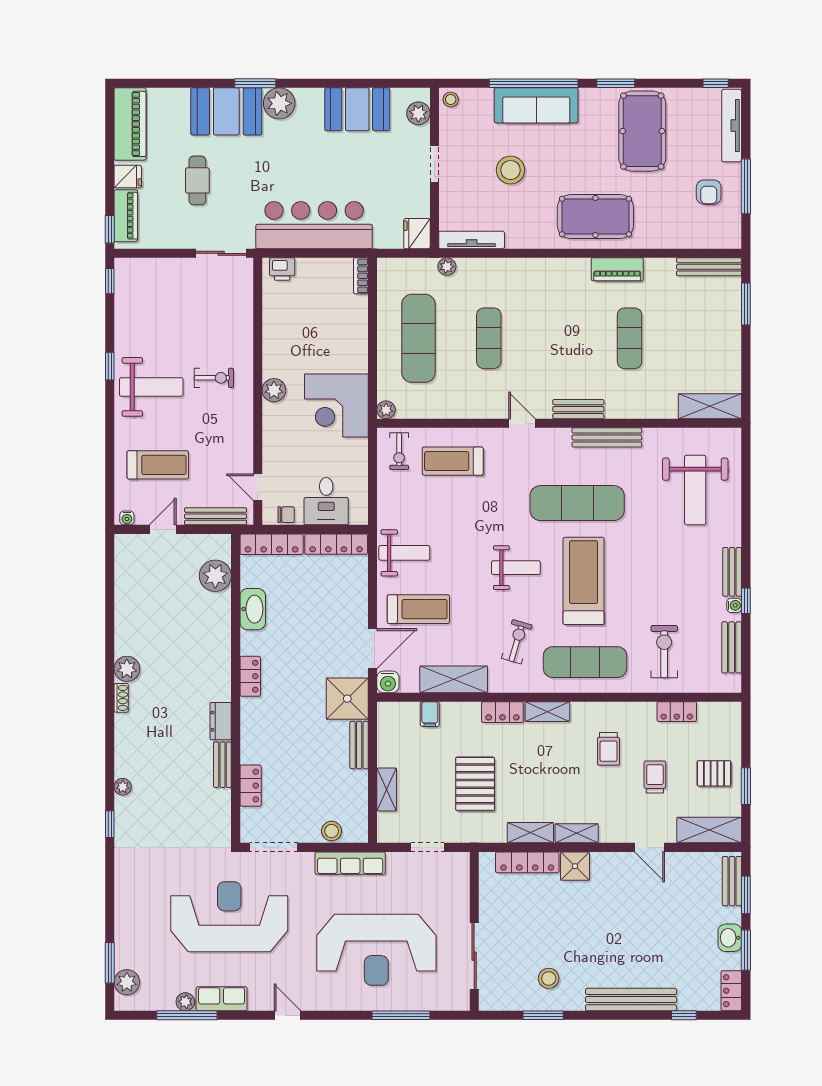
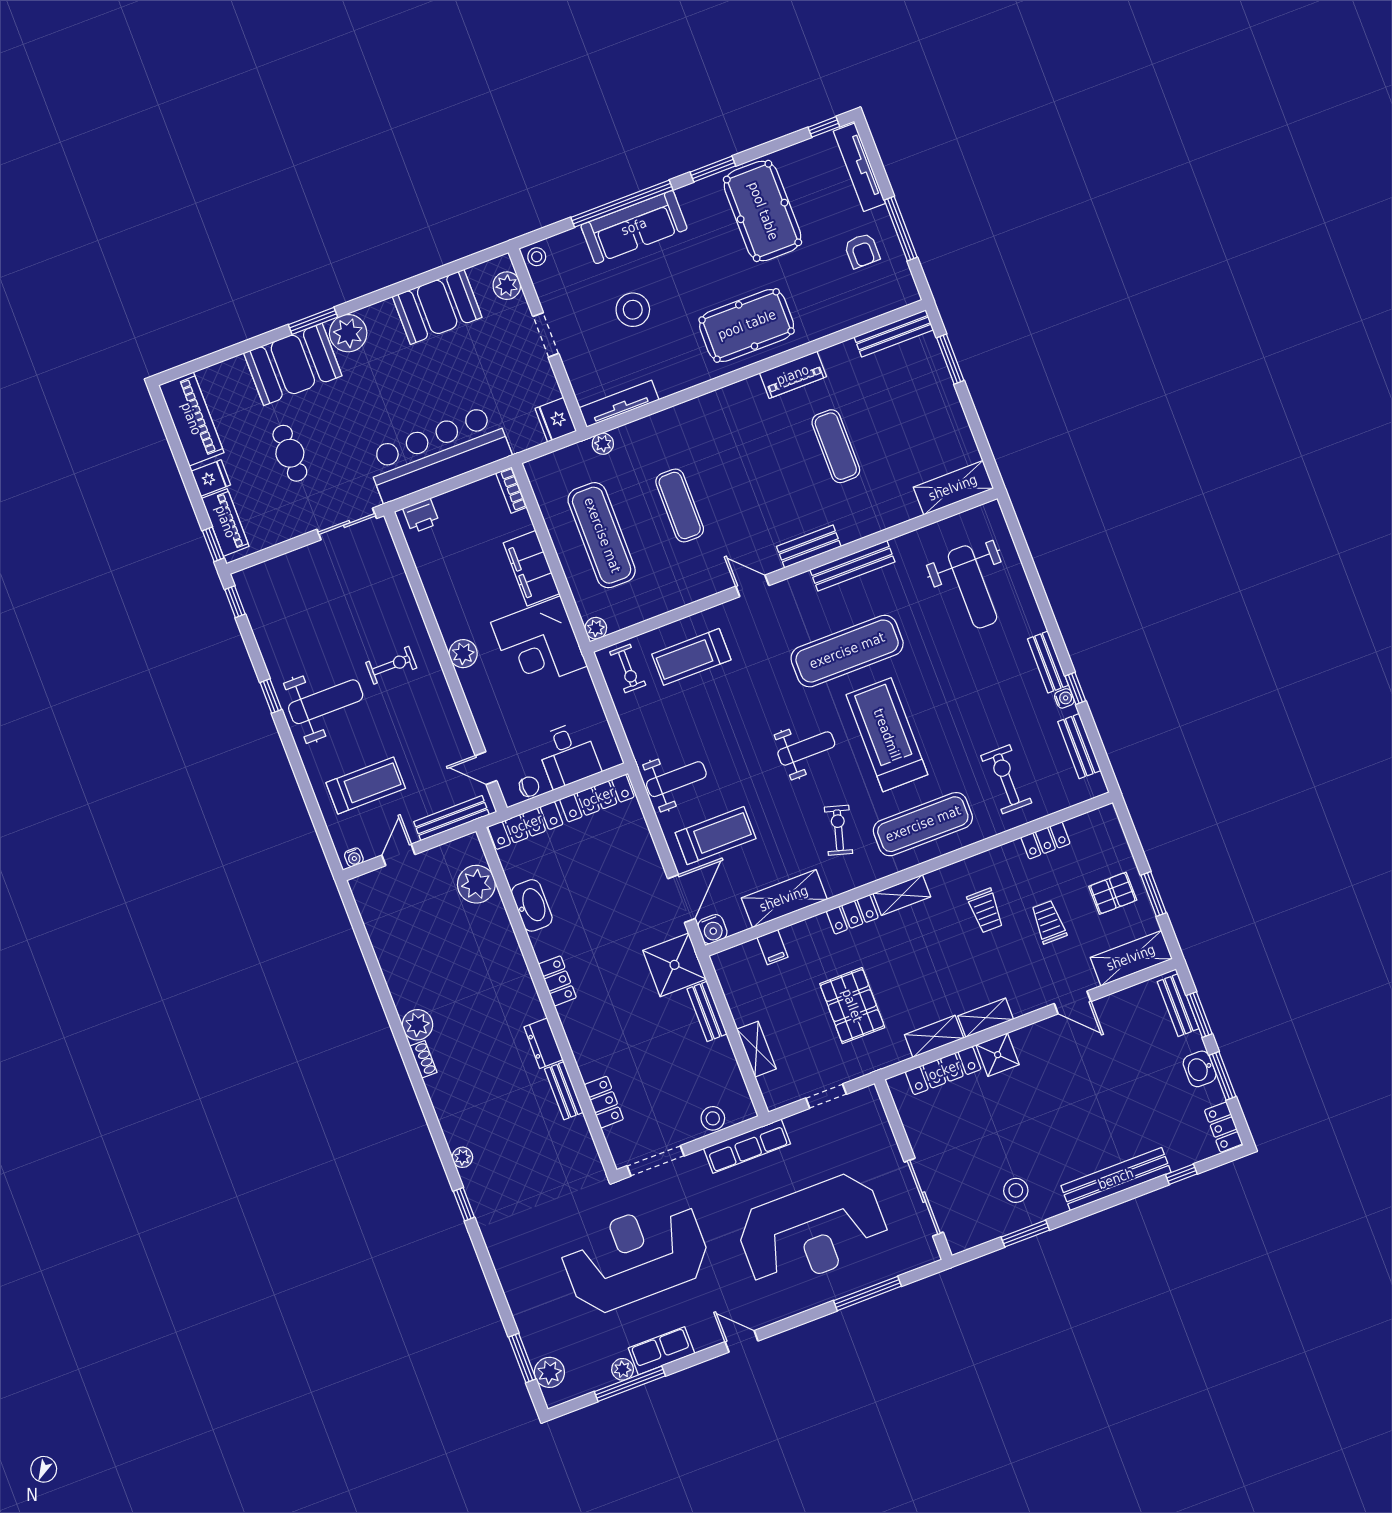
filing cabinet: (353, 343) -> (532, 568), added

